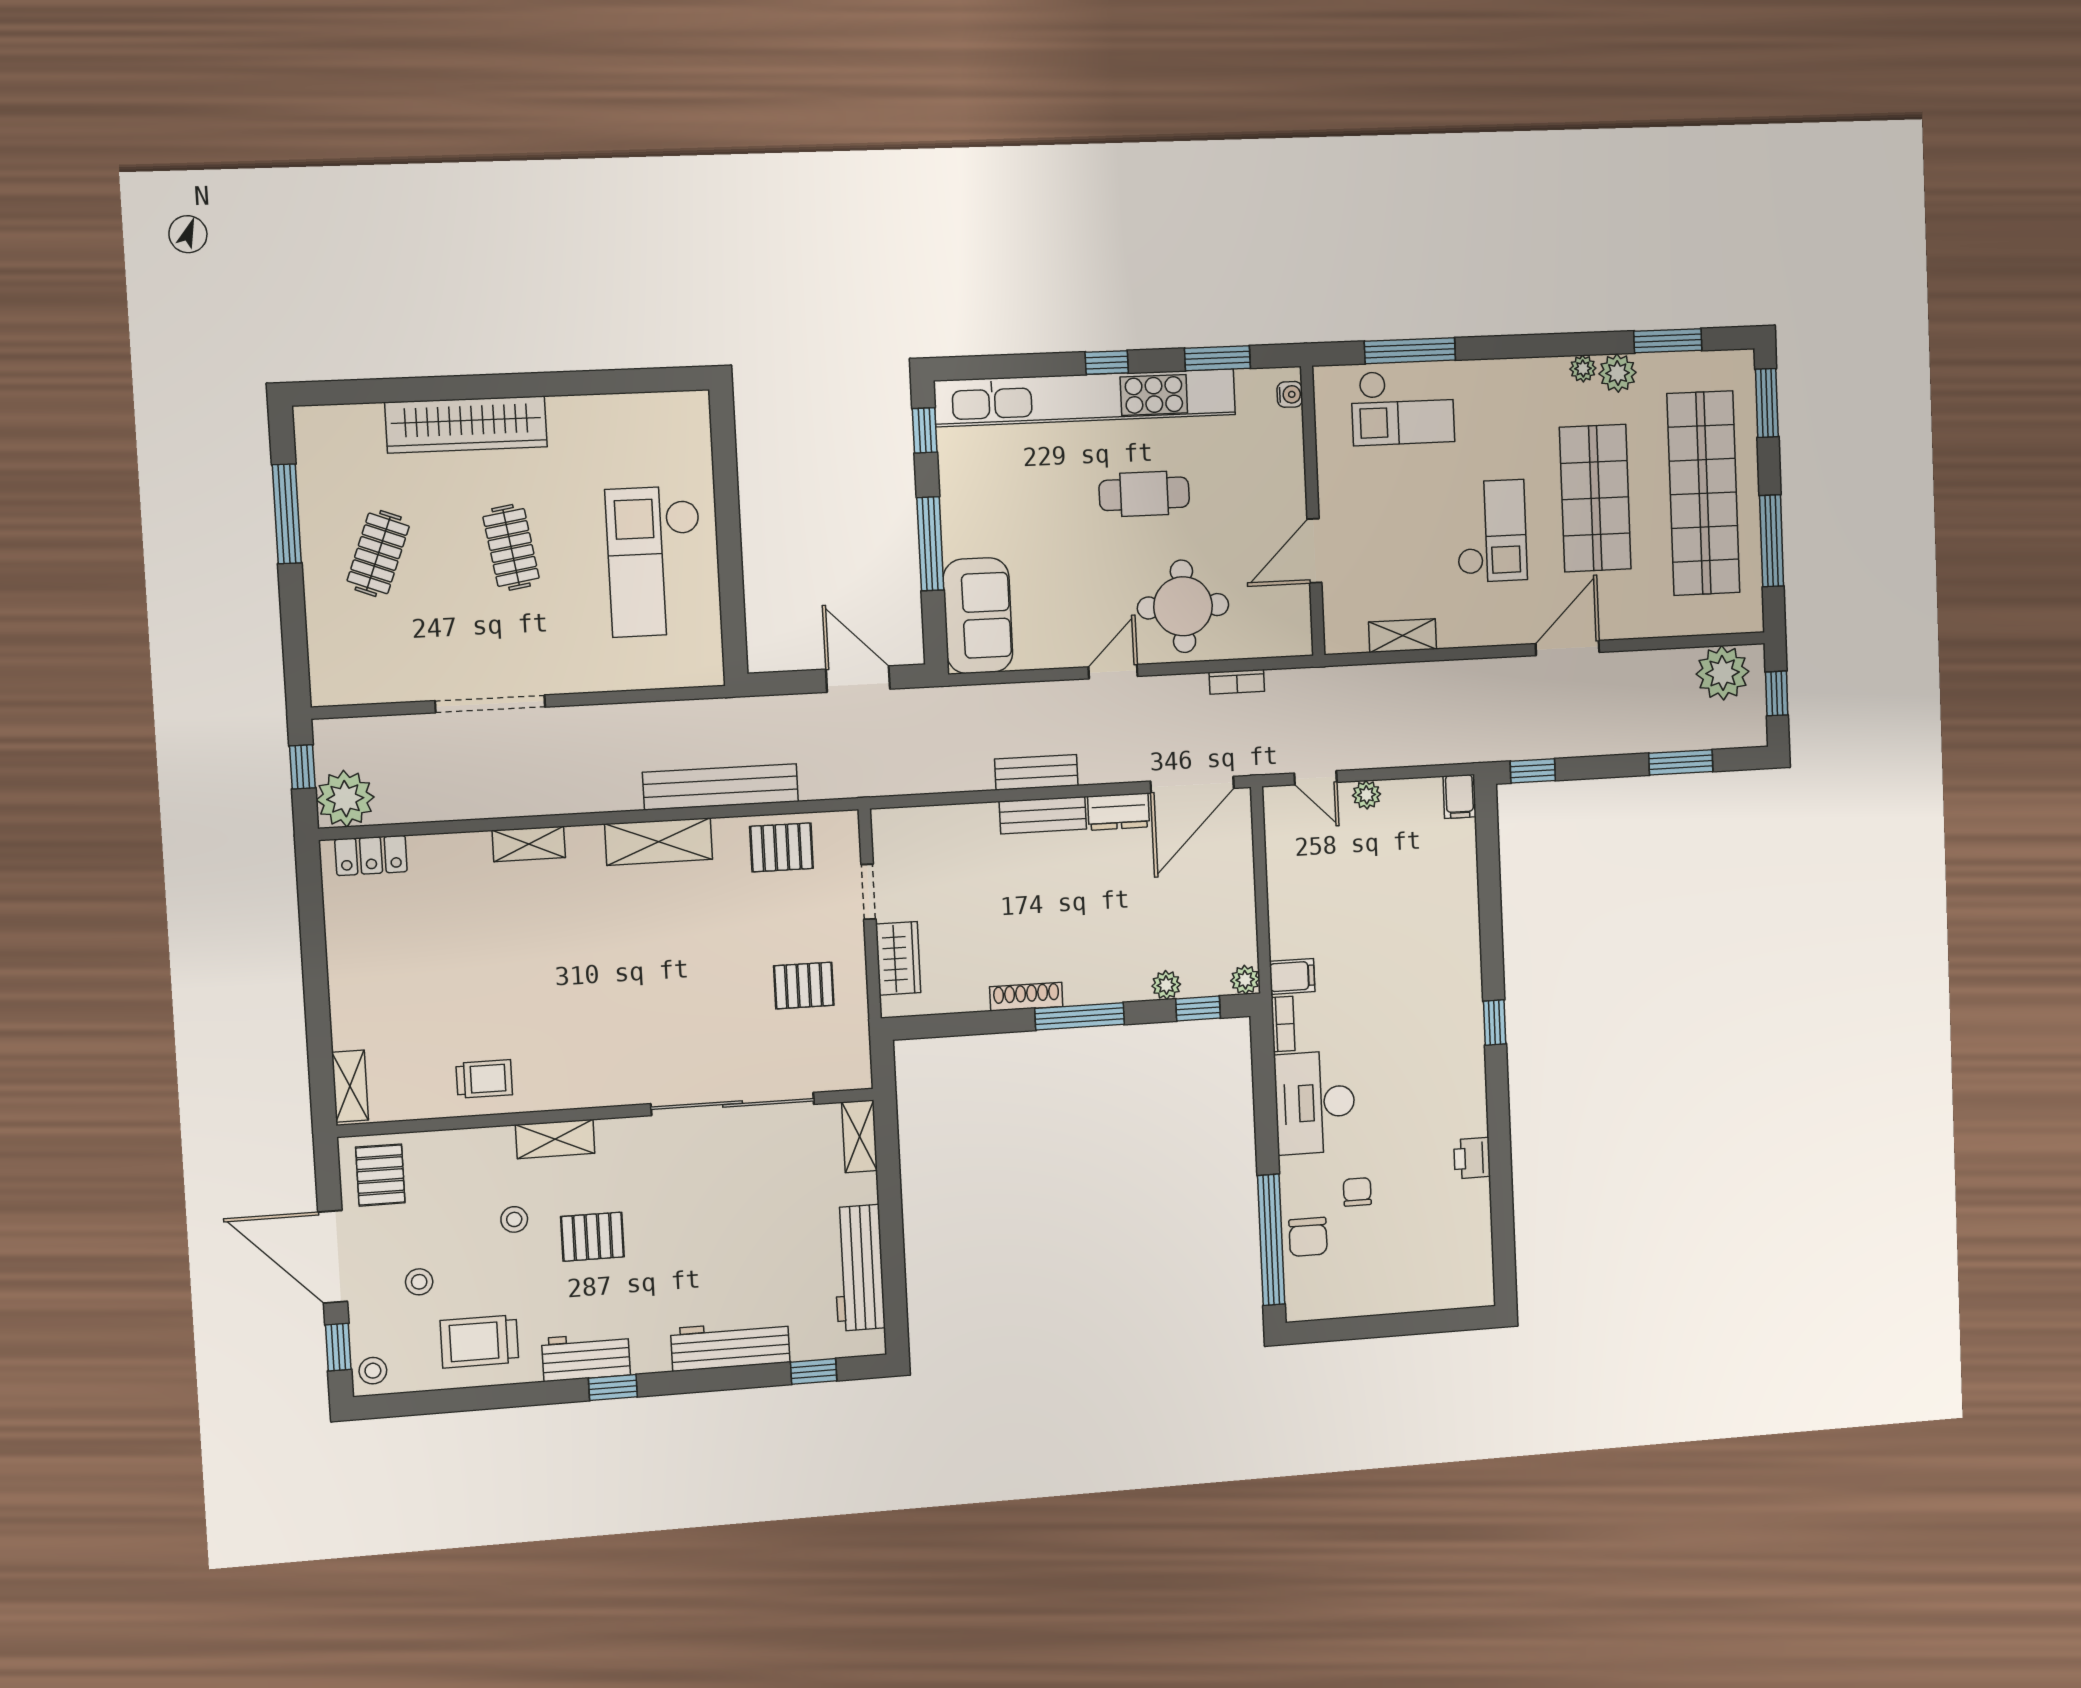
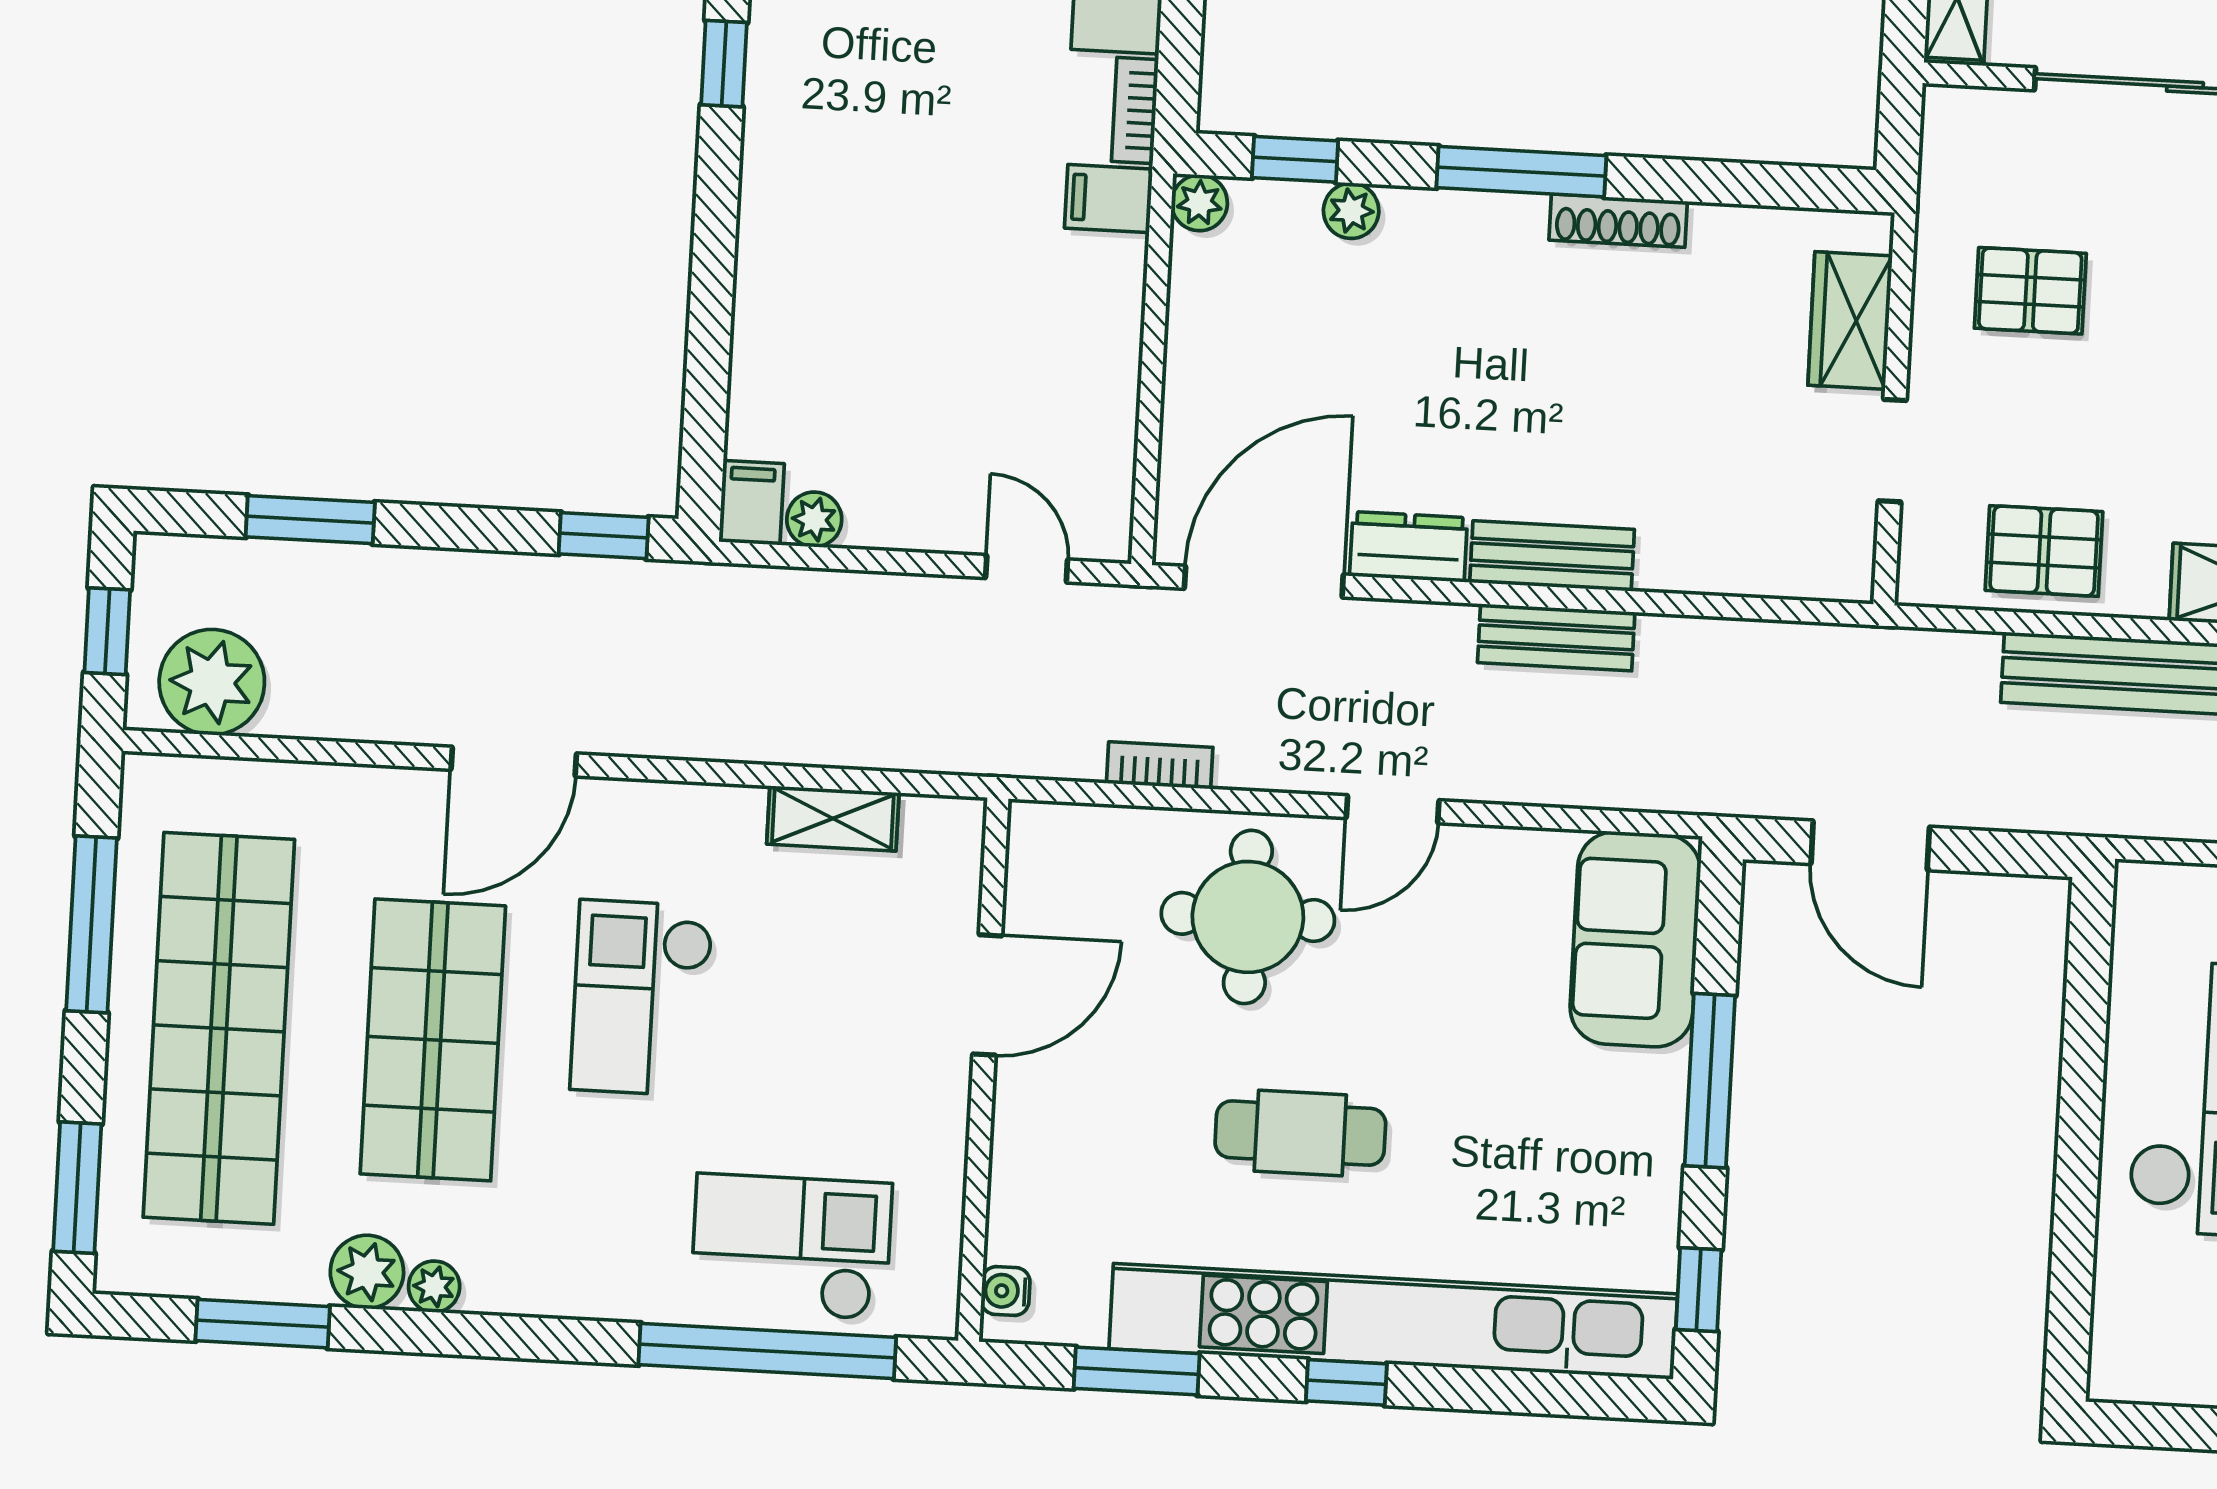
window: (1410, 351) -> (767, 1351), width x1.46
plant: (1367, 795) -> (814, 519), moved

